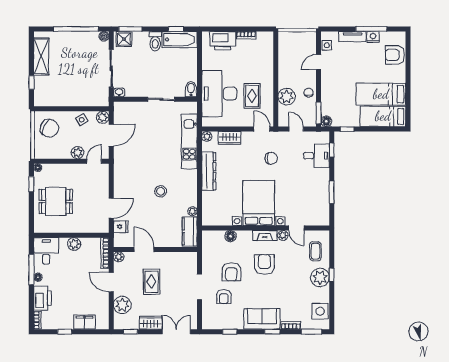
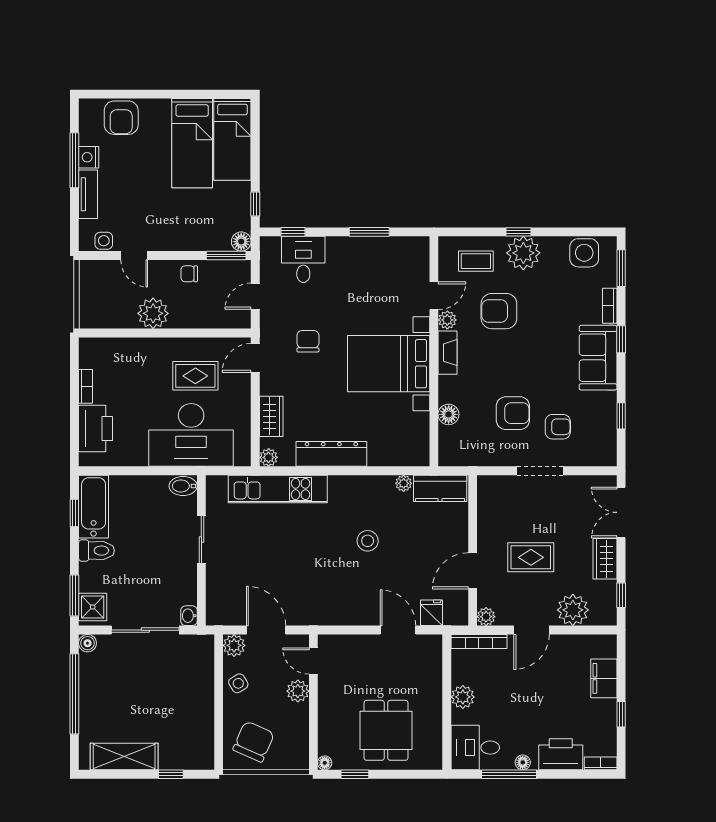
plant: (287, 97) -> (153, 313), moved
armchair: (264, 264) -> (499, 311), moved

